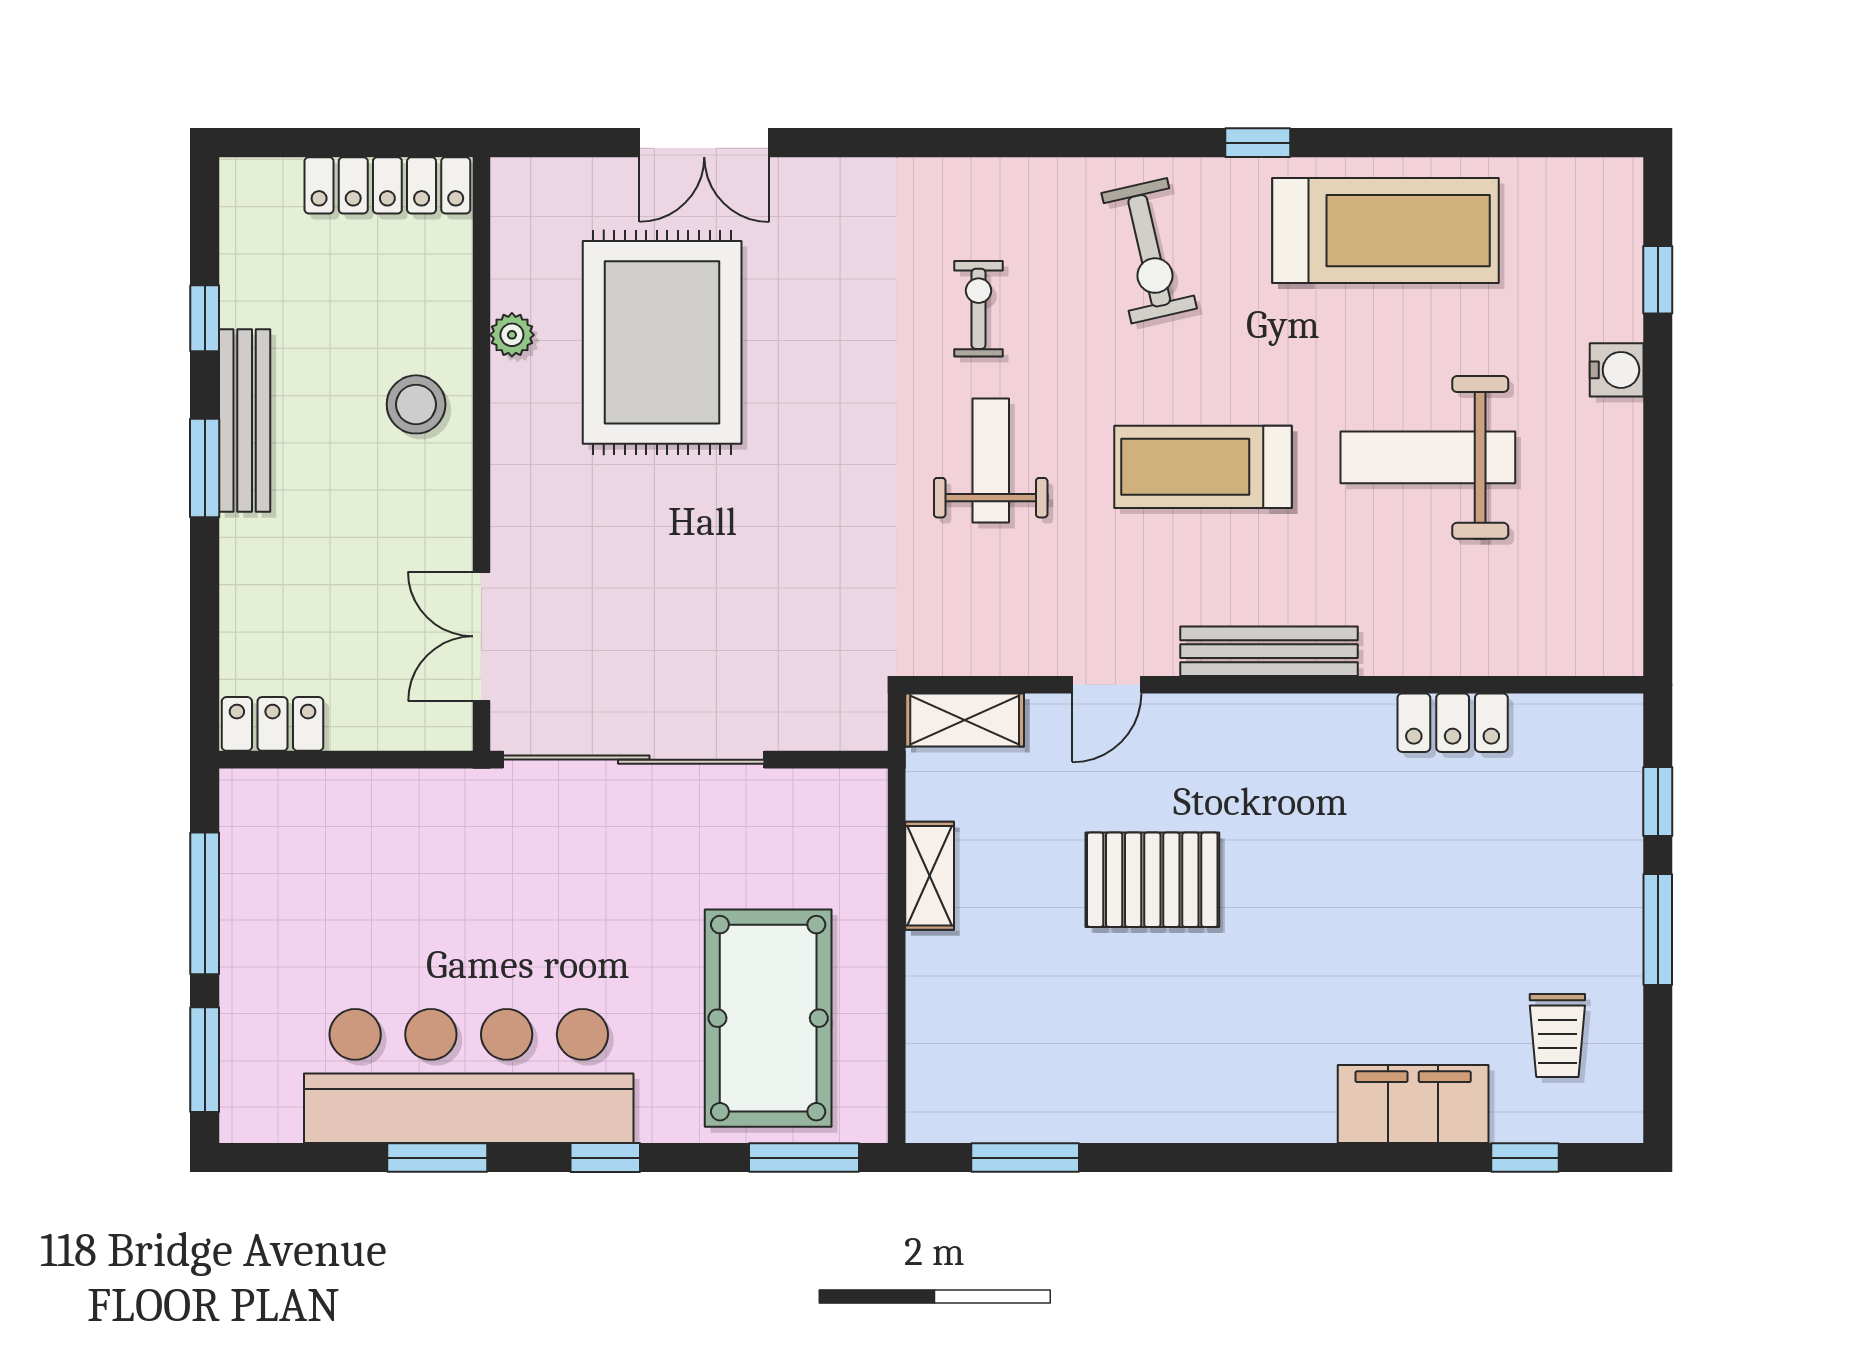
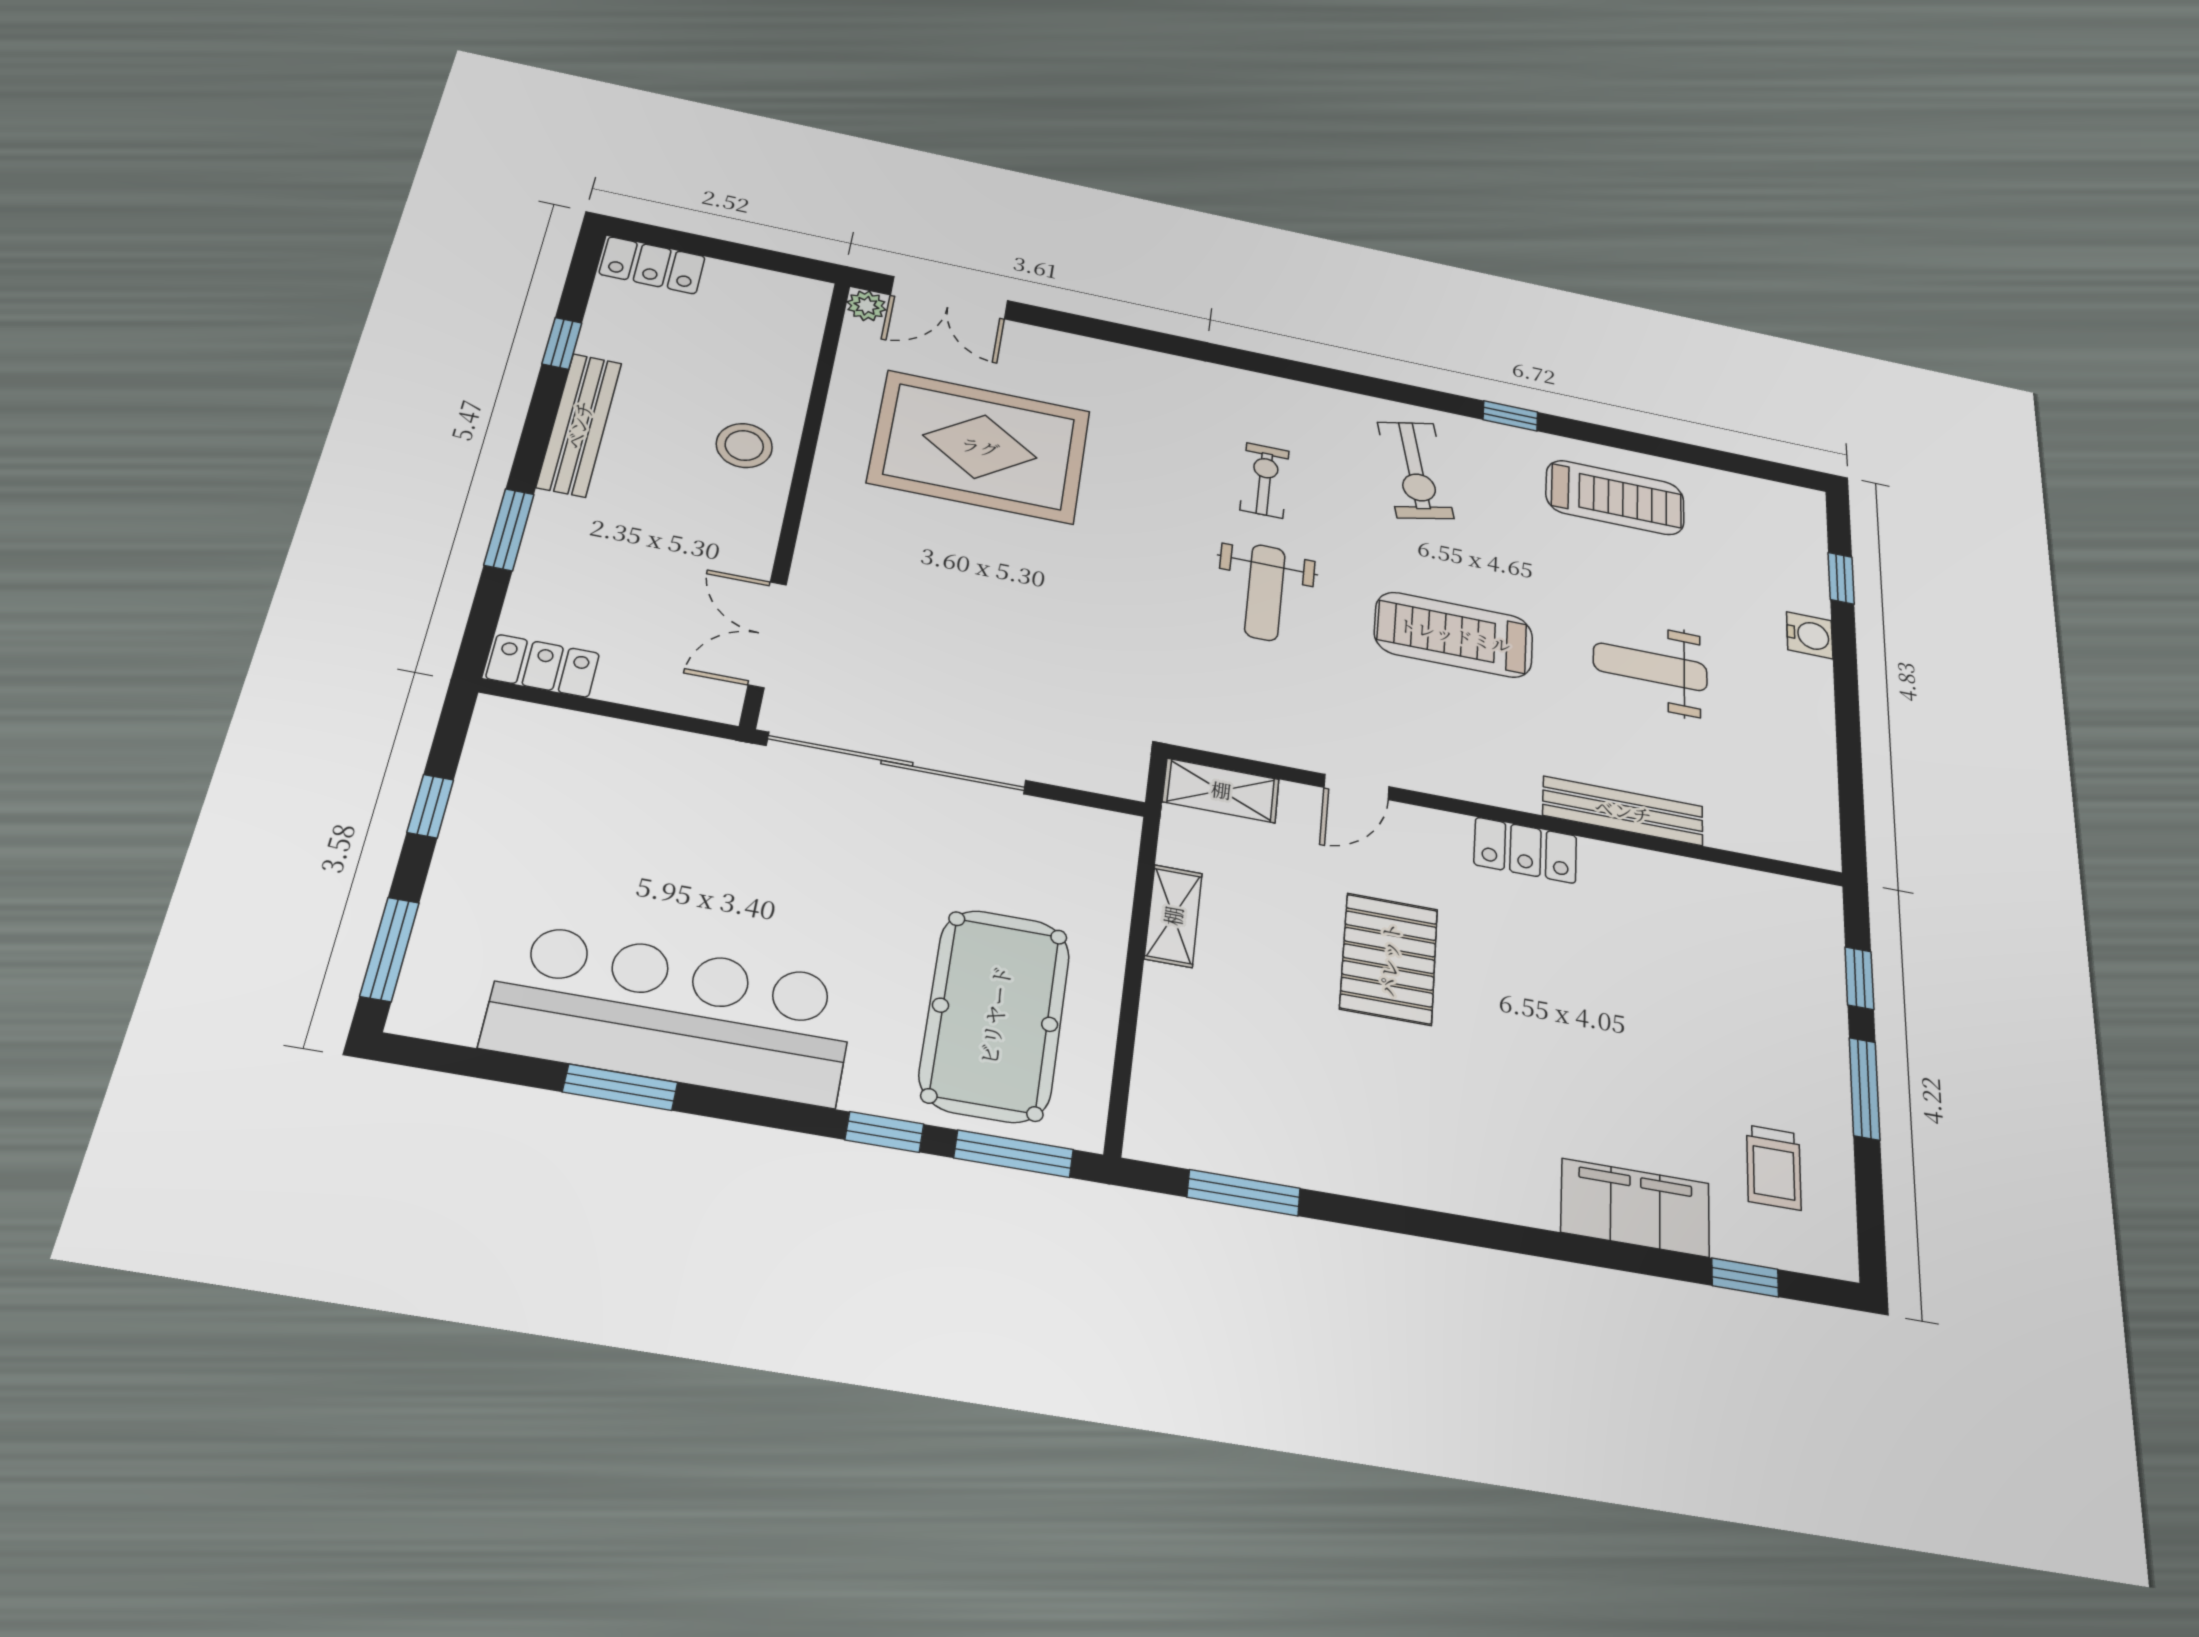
double door: (704, 143) -> (949, 298), moved
locker: (387, 185) -> (652, 265), moved, width x0.66
treadmill: (1385, 231) -> (1615, 498), width x0.73, depth x0.73
plant: (512, 335) -> (866, 306), moved
rug: (662, 342) -> (980, 447), turned 90
weight bench: (1428, 457) -> (1650, 667), width x0.73, depth x0.75
weight bench: (991, 460) -> (1265, 592), turned 180
window: (205, 468) -> (509, 530), moved
bench: (1269, 651) -> (1623, 811), moved
locker: (1453, 723) -> (1525, 850), moved
pallet: (1152, 880) -> (1389, 959), turned 90
window: (205, 903) -> (430, 806), width x0.46
window: (605, 1158) -> (884, 1132), moved

